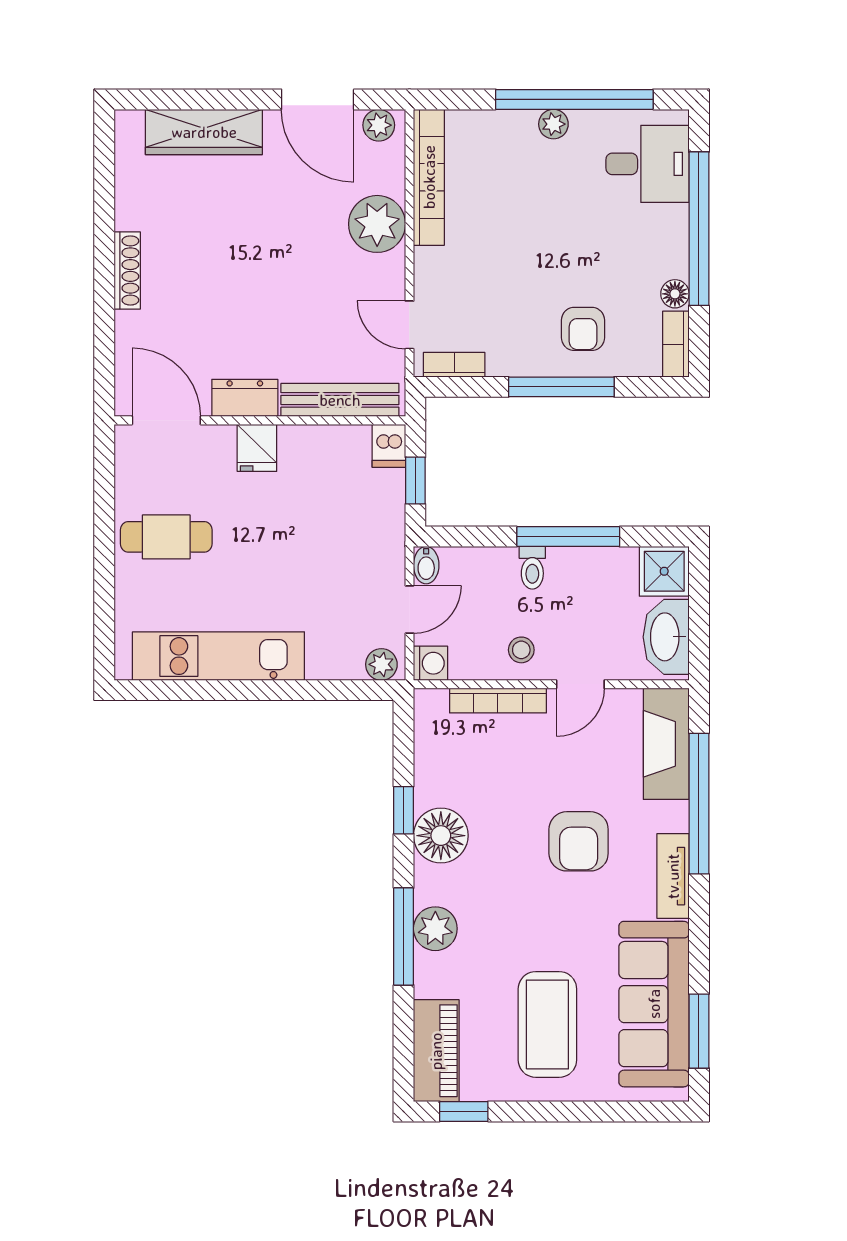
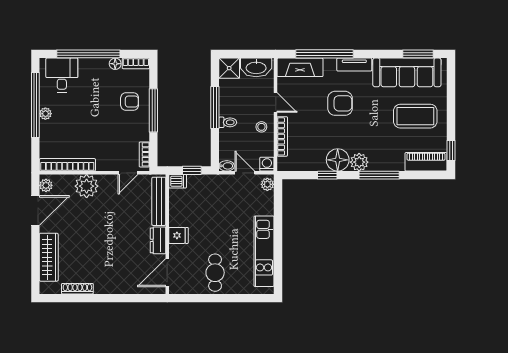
shoe rack: (127, 270) -> (77, 289), moved
plant: (435, 929) -> (359, 162), moved

